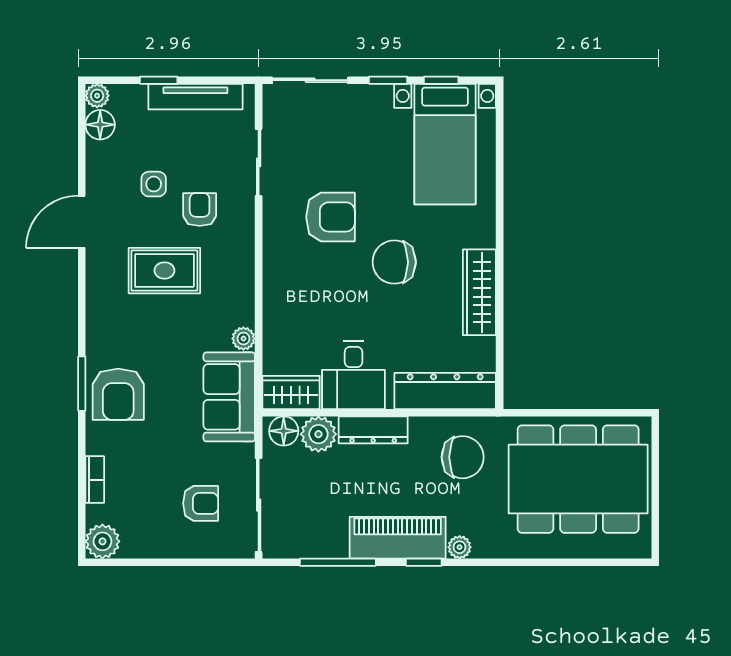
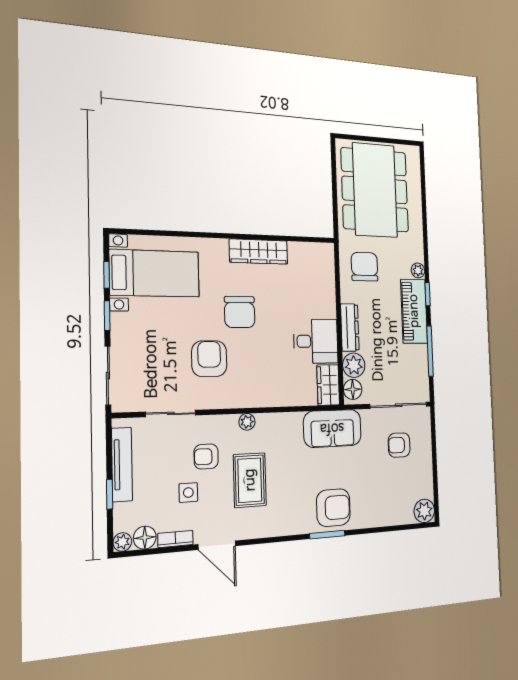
plant: (243, 339) -> (247, 422), moved
dresser: (445, 391) -> (324, 277), removed
bookcase: (95, 480) -> (175, 539), moved
armchair: (201, 503) -> (399, 445), turned -90

